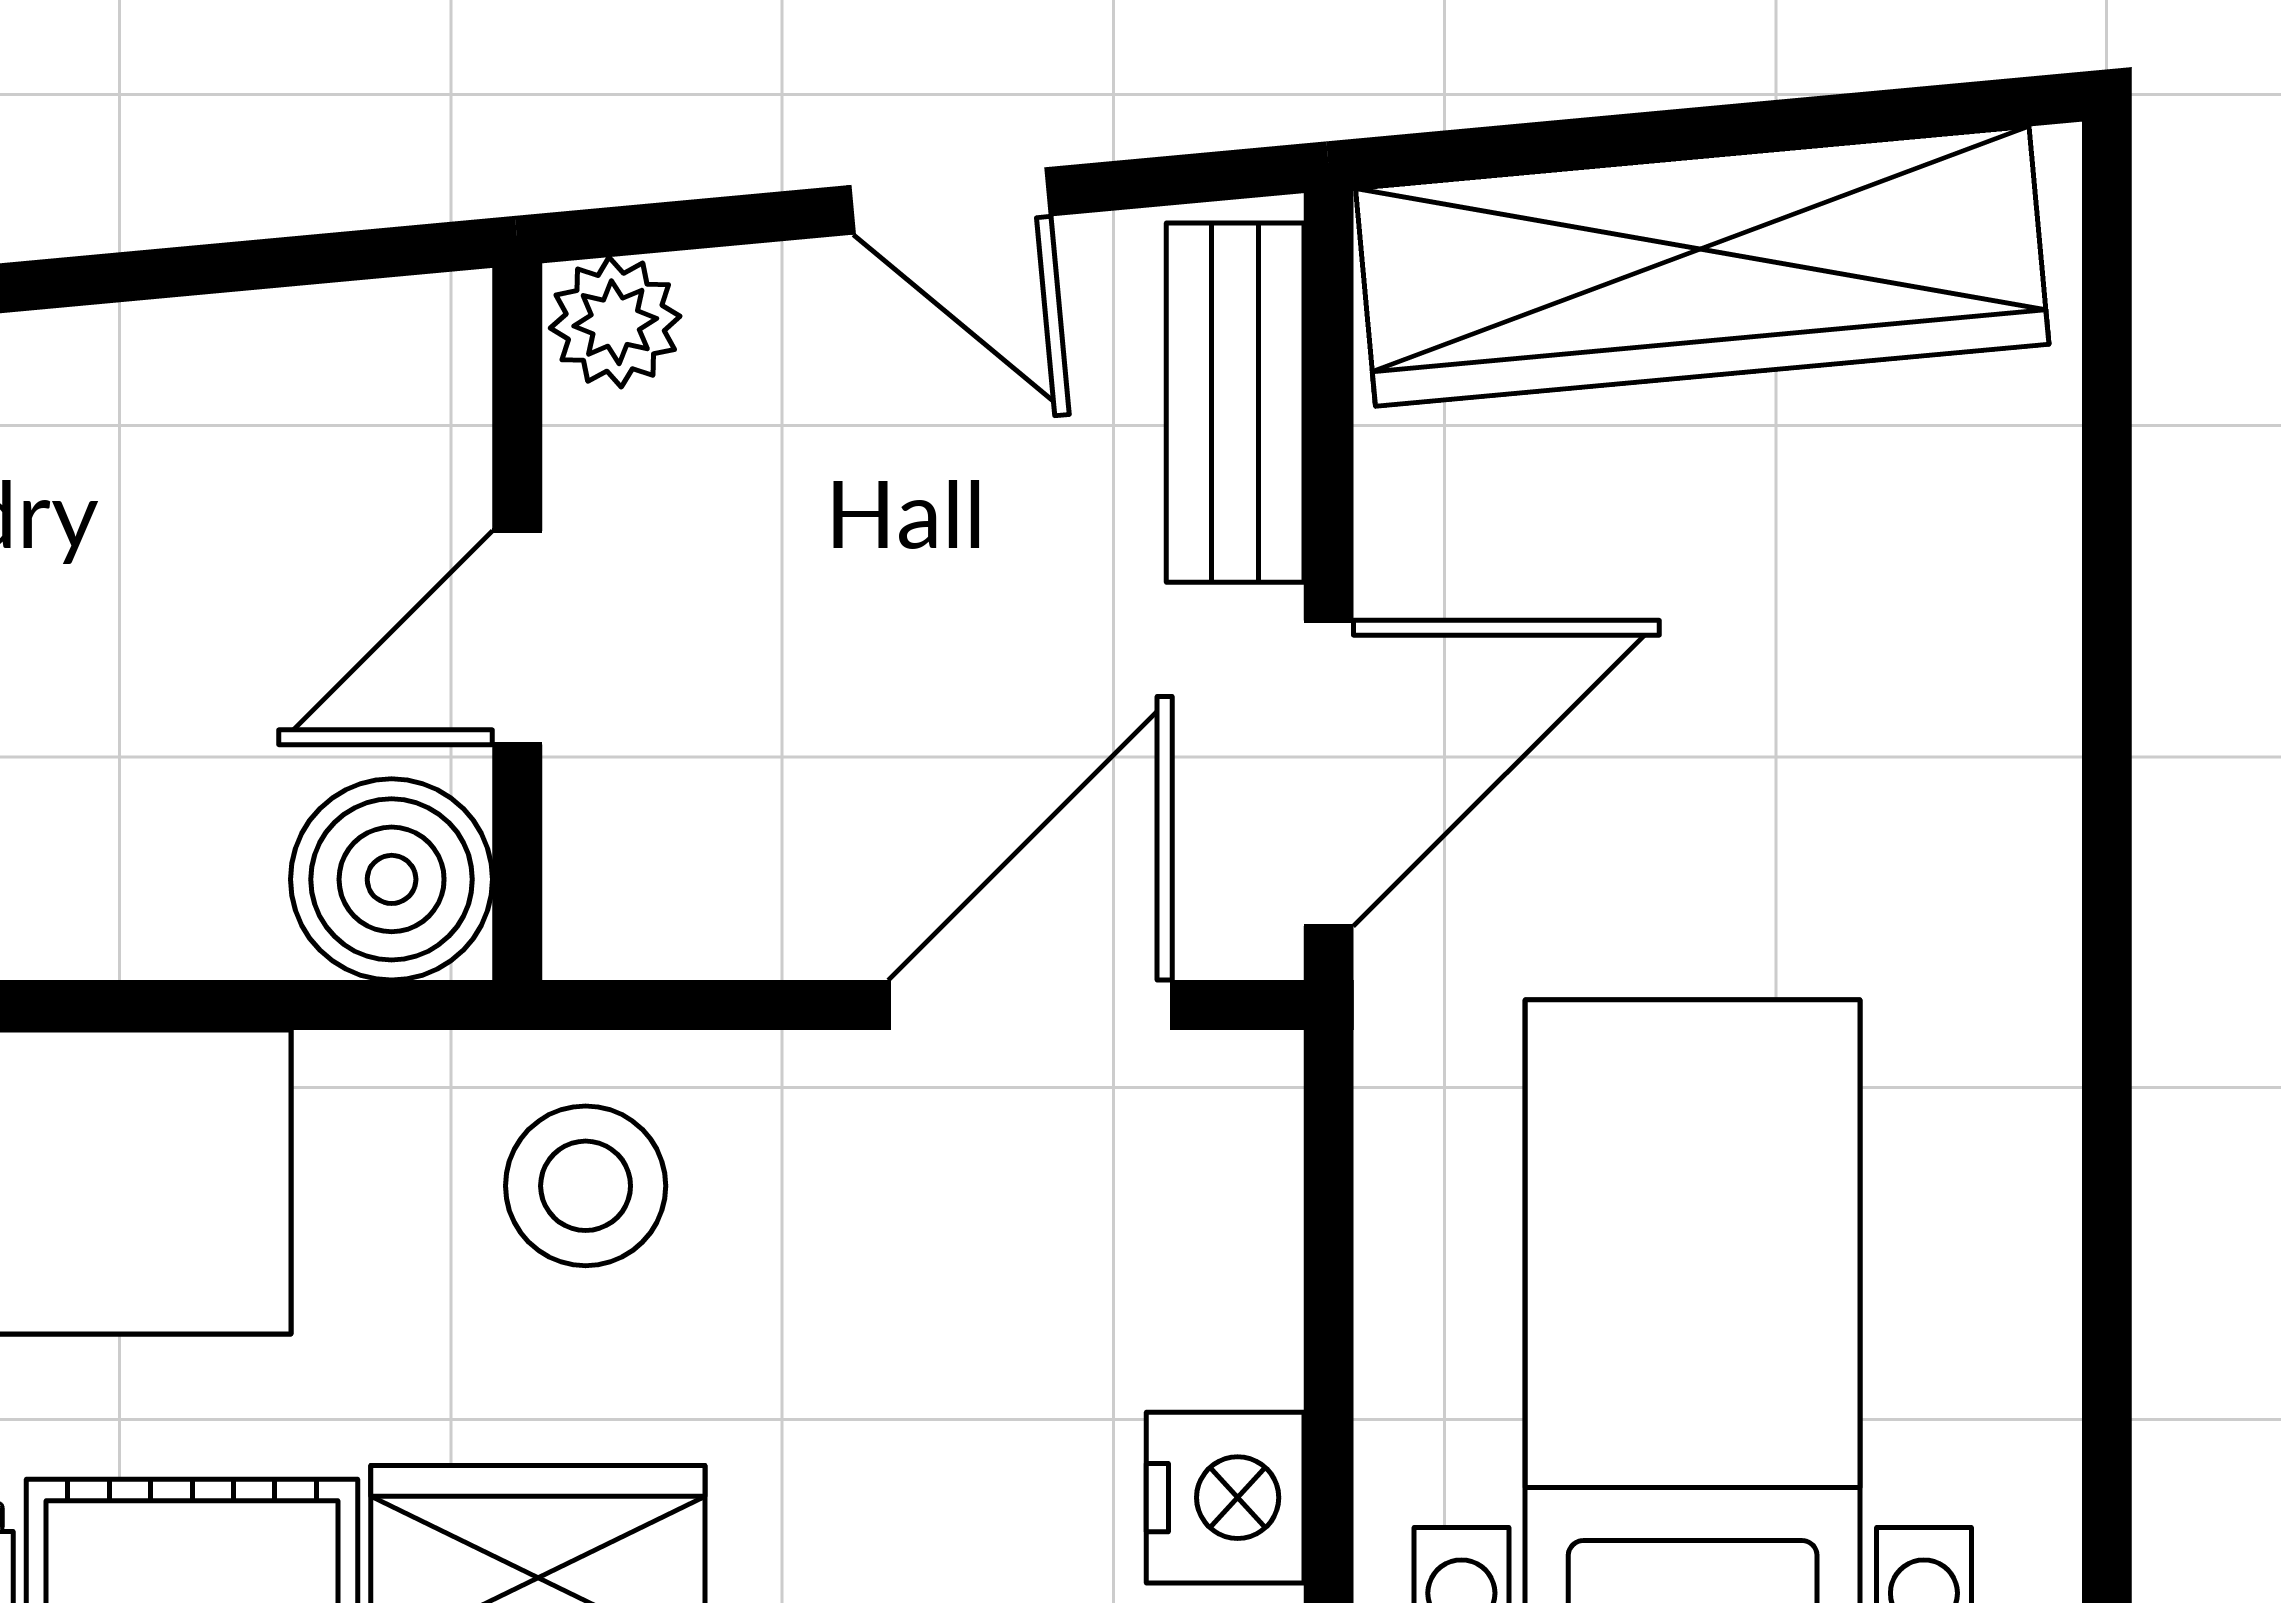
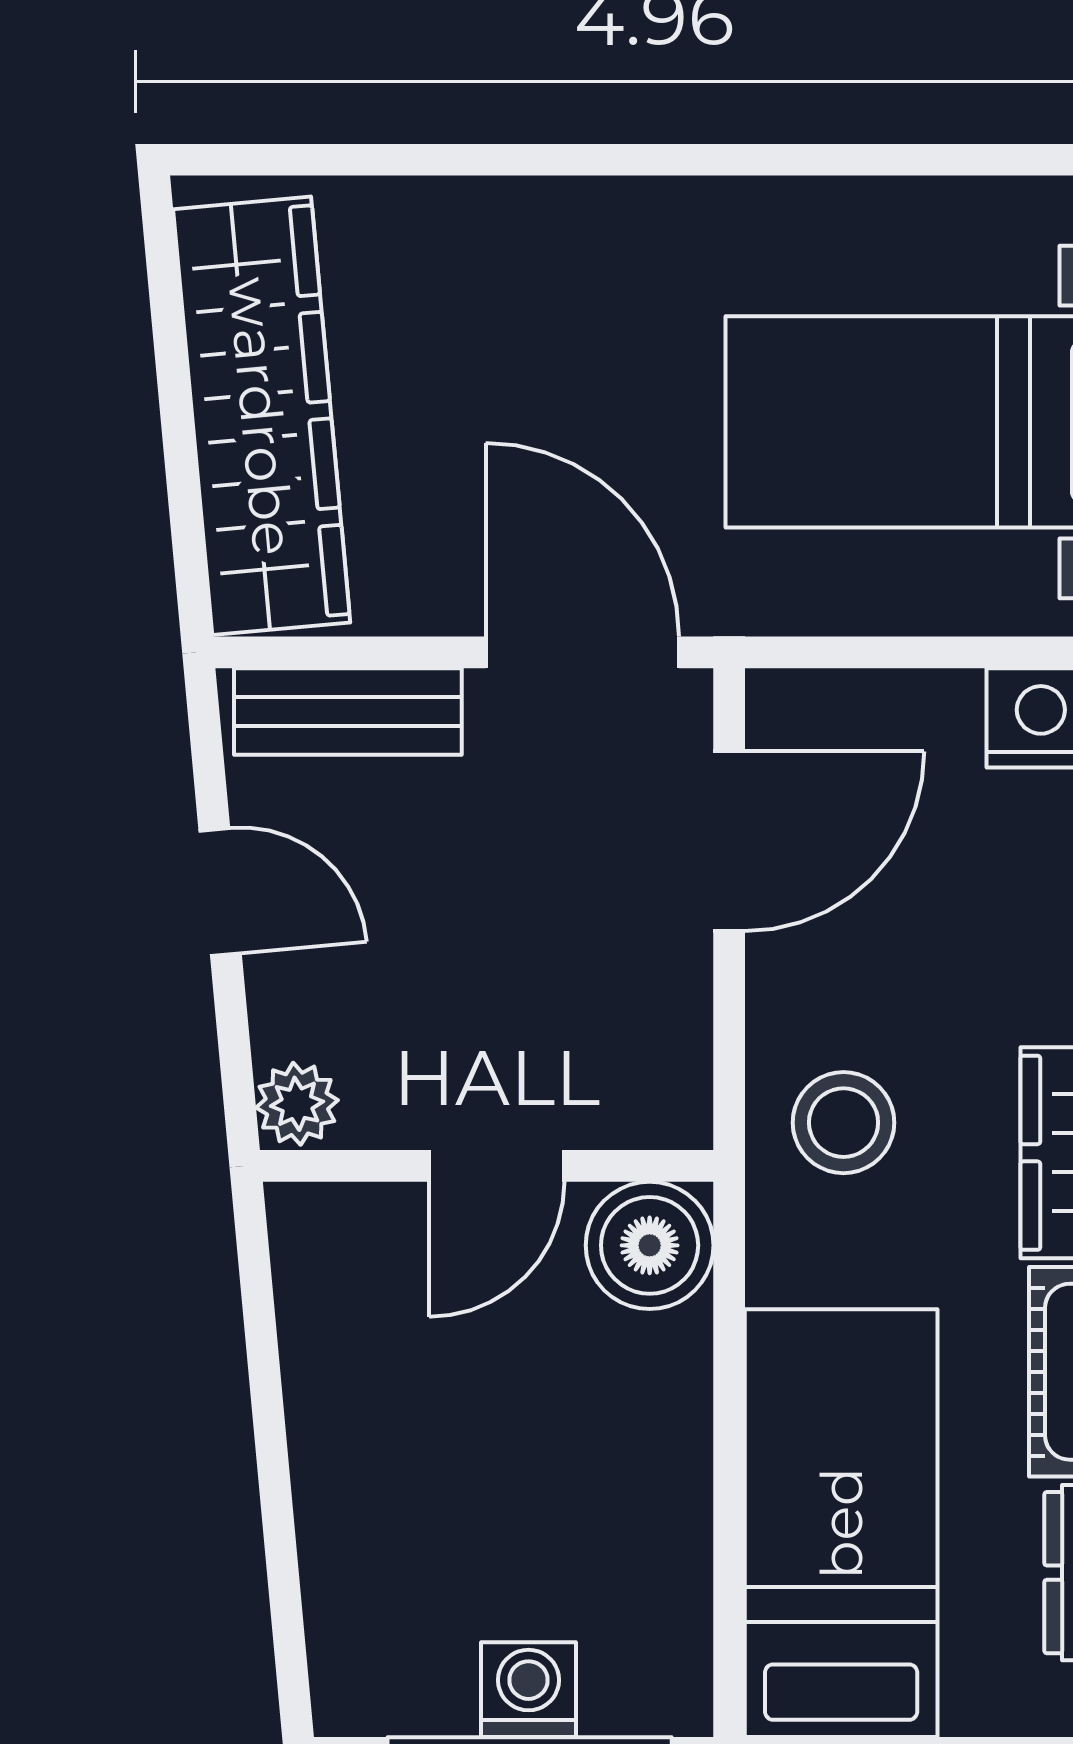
door: (950, 201) -> (220, 892), hinge flipped
door: (517, 638) -> (497, 1166), hinge flipped
door: (1030, 1005) -> (729, 841), swing flipped

